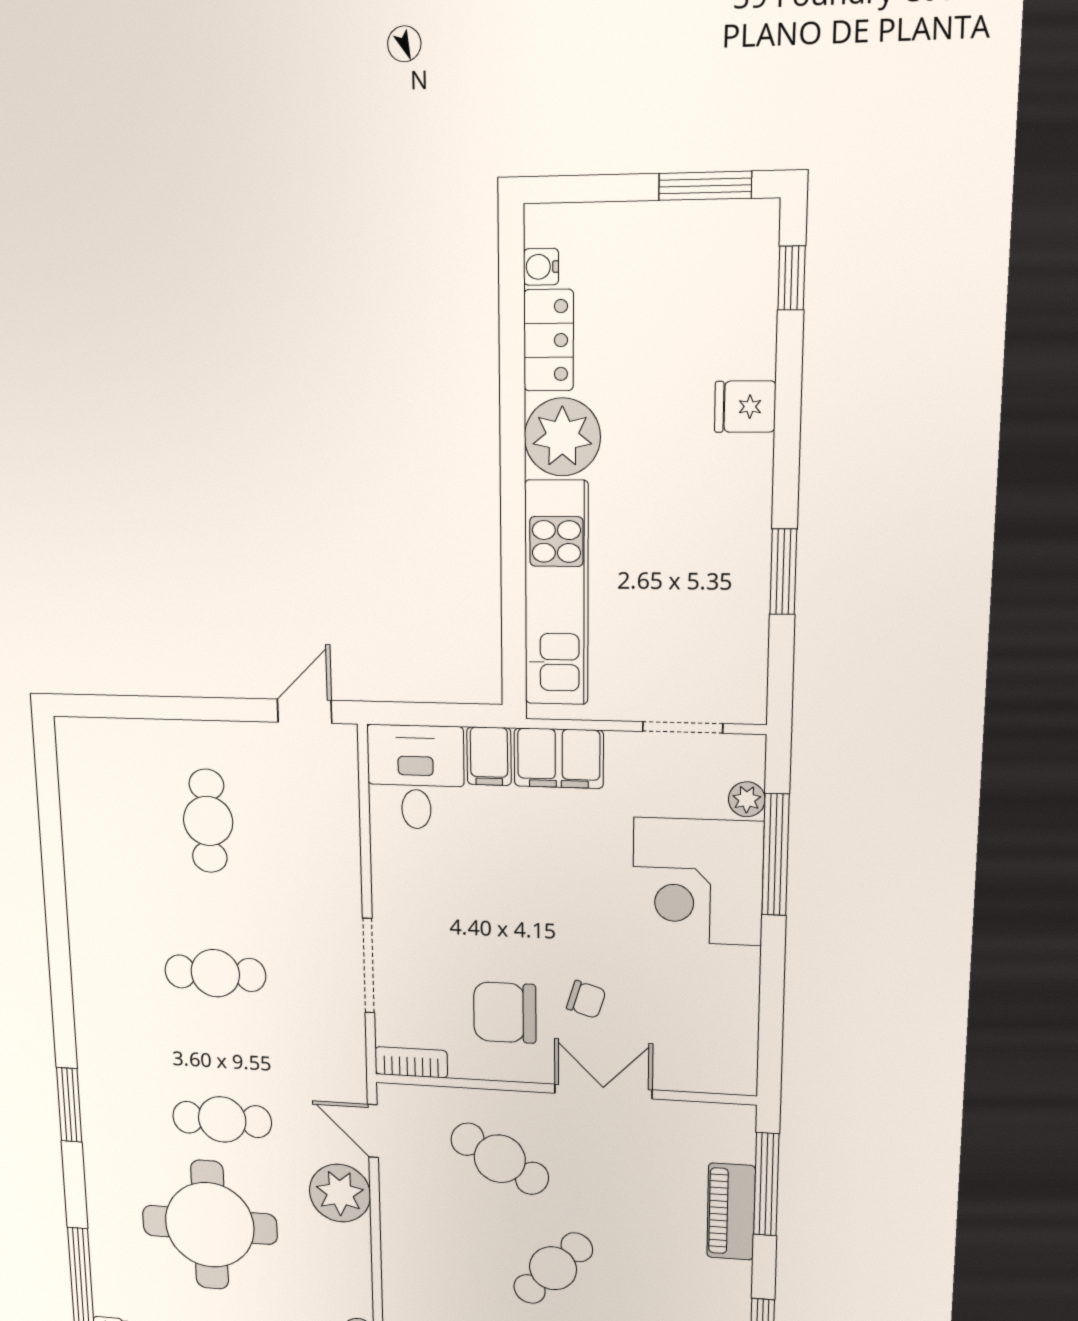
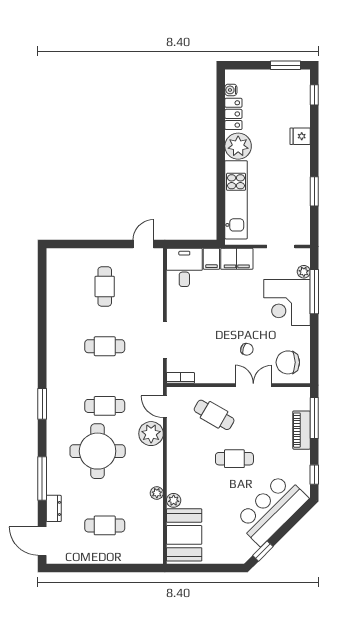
chair: (505, 1013) -> (288, 362), moved
cafe table: (553, 1268) -> (234, 459), turned 46

